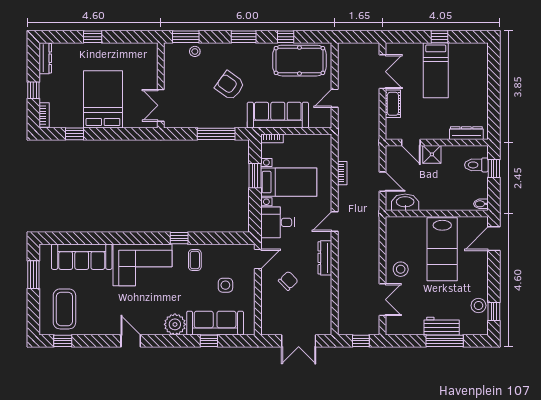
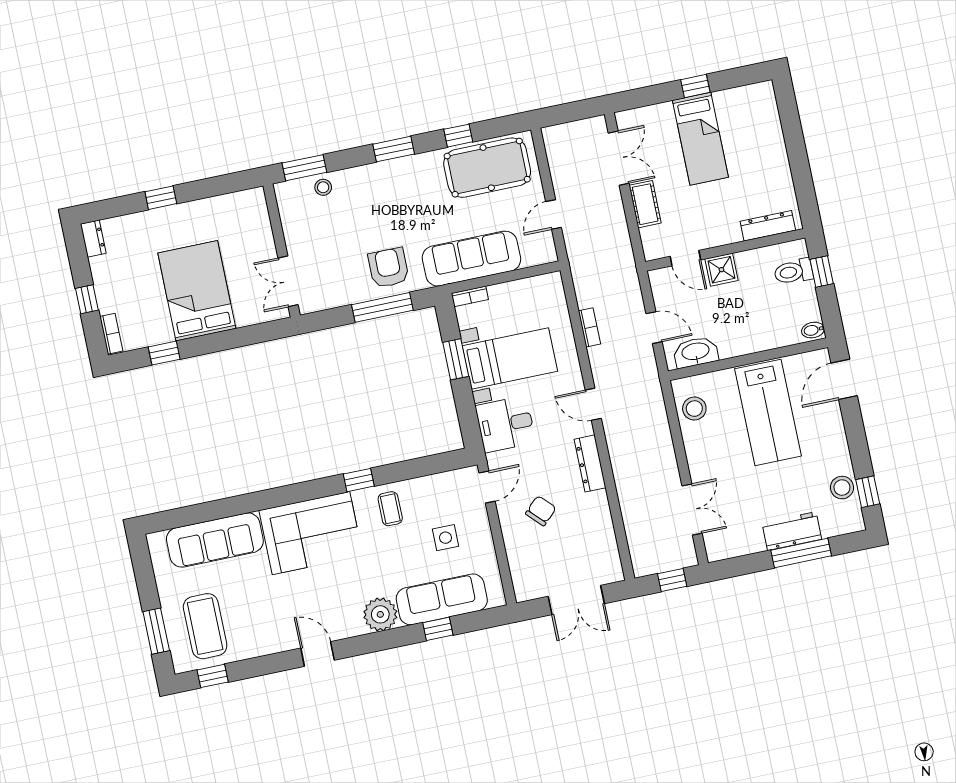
dresser: (45, 58) -> (93, 239), width x0.70
armchair: (230, 86) -> (388, 268), moved, turned 54
door: (335, 221) -> (593, 404), hinge flipped
stool: (401, 269) -> (694, 409), moved
window: (33, 275) -> (156, 631), moved

